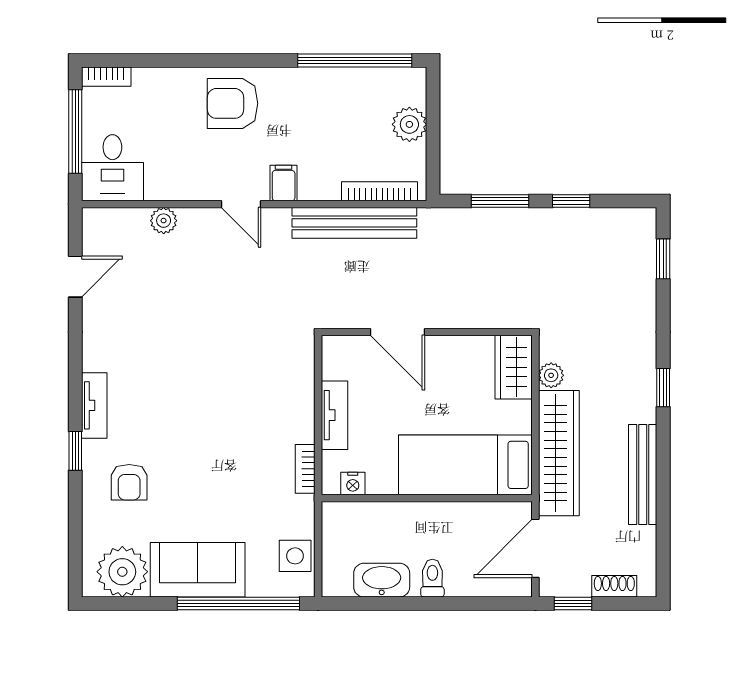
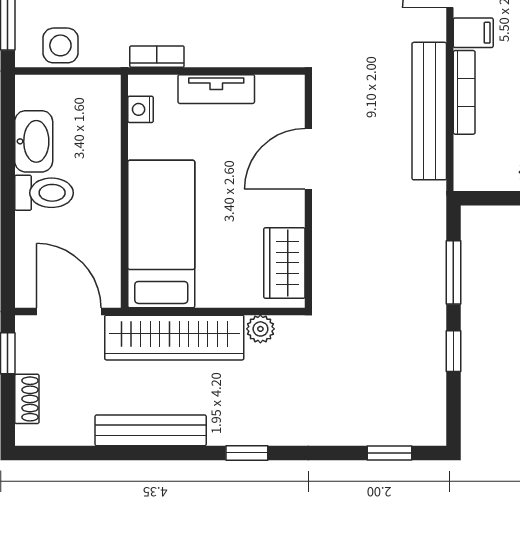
bookcase: (379, 191) -> (464, 92), moved
wardrobe: (514, 367) -> (284, 263), moved, turned -90
toilet: (432, 578) -> (44, 193), width x1.37, depth x1.39

